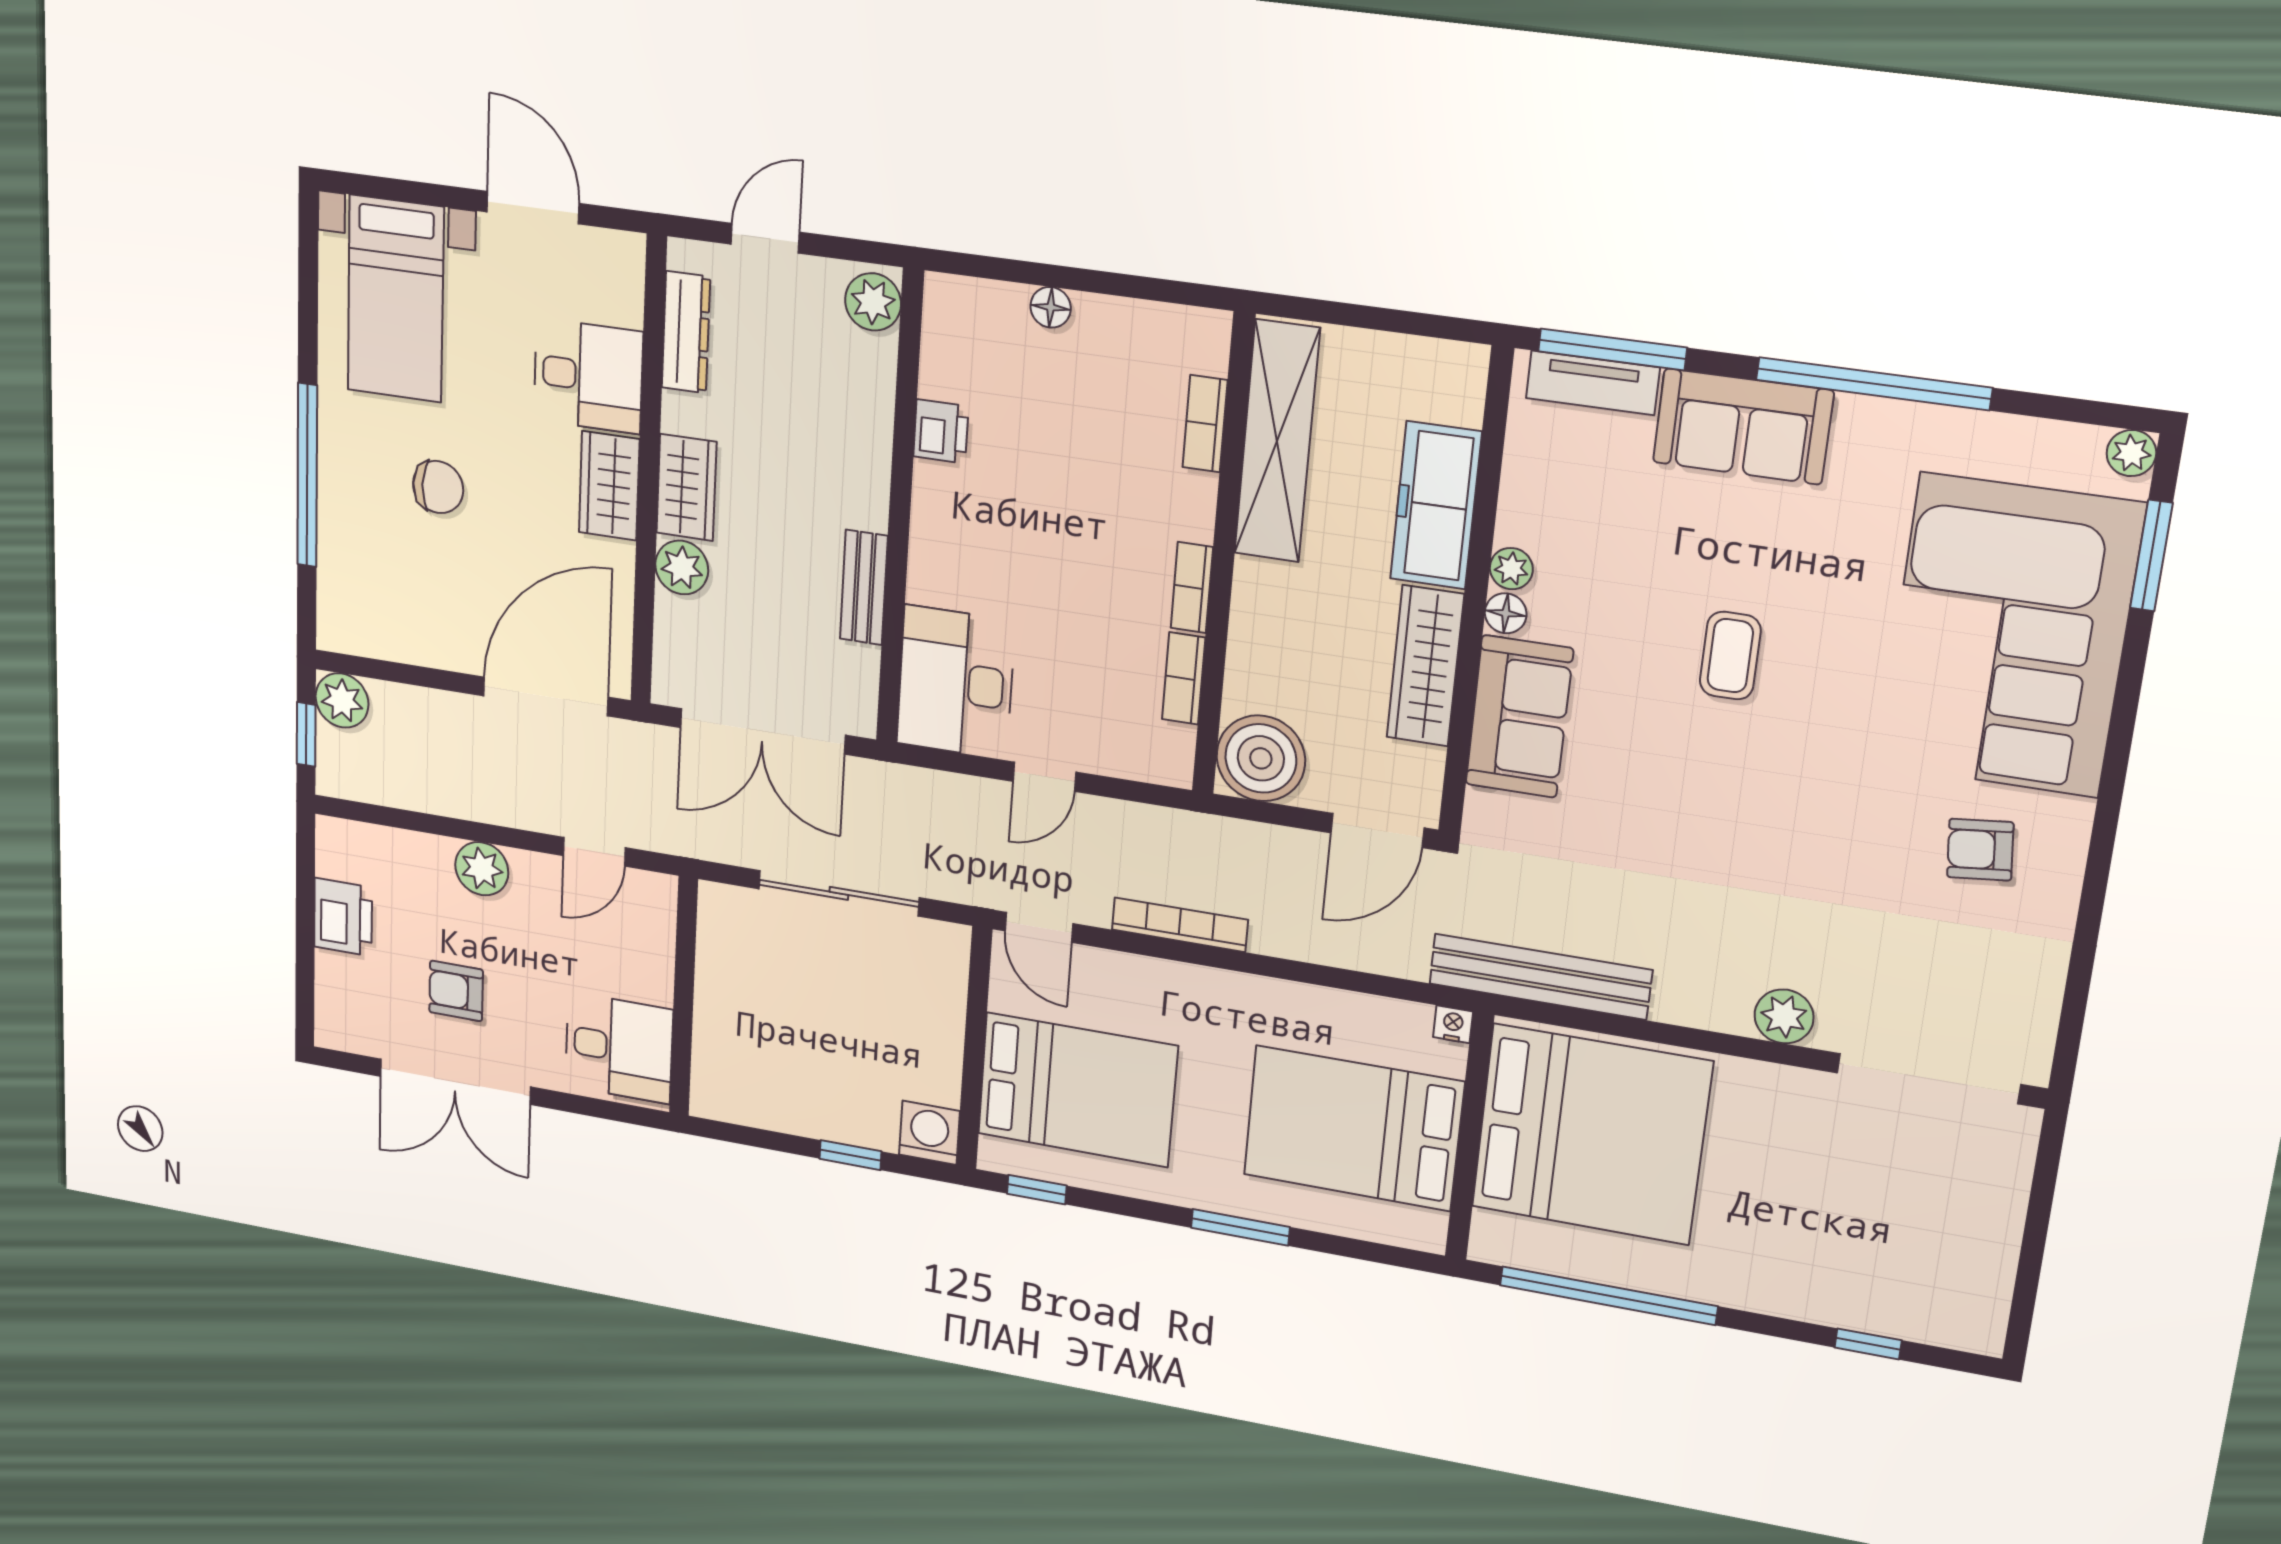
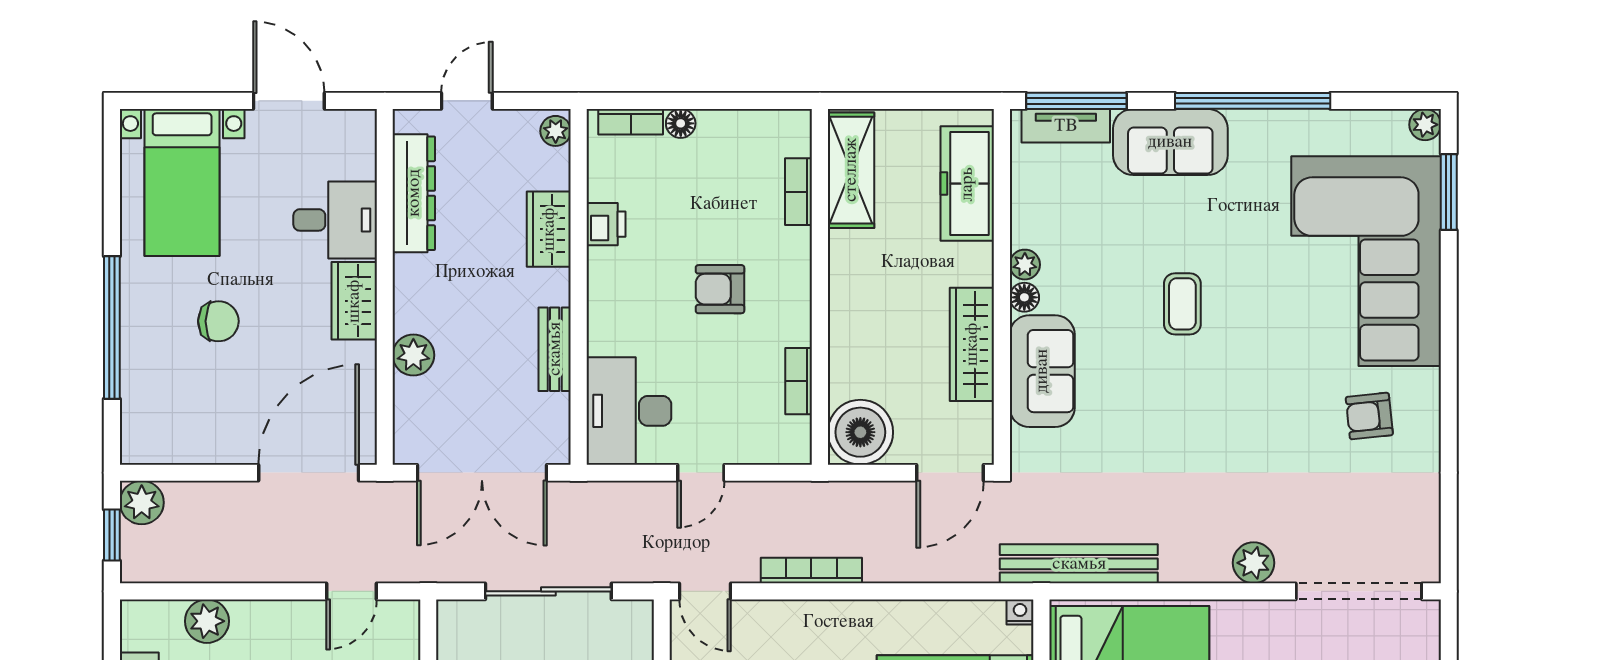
plant: (873, 302) -> (556, 131), width x0.73, depth x0.73
dresser: (686, 332) -> (414, 193), width x1.37, depth x1.24
shelving: (1277, 441) -> (851, 170), width x0.68
wardrobe: (686, 487) -> (549, 229), moved, turned 180
freezer: (1436, 505) -> (967, 184), moved
armchair: (1087, 541) -> (720, 289), added
bookcase: (1192, 588) -> (631, 122), moved, turned -90
plant: (482, 869) -> (207, 621), moved

